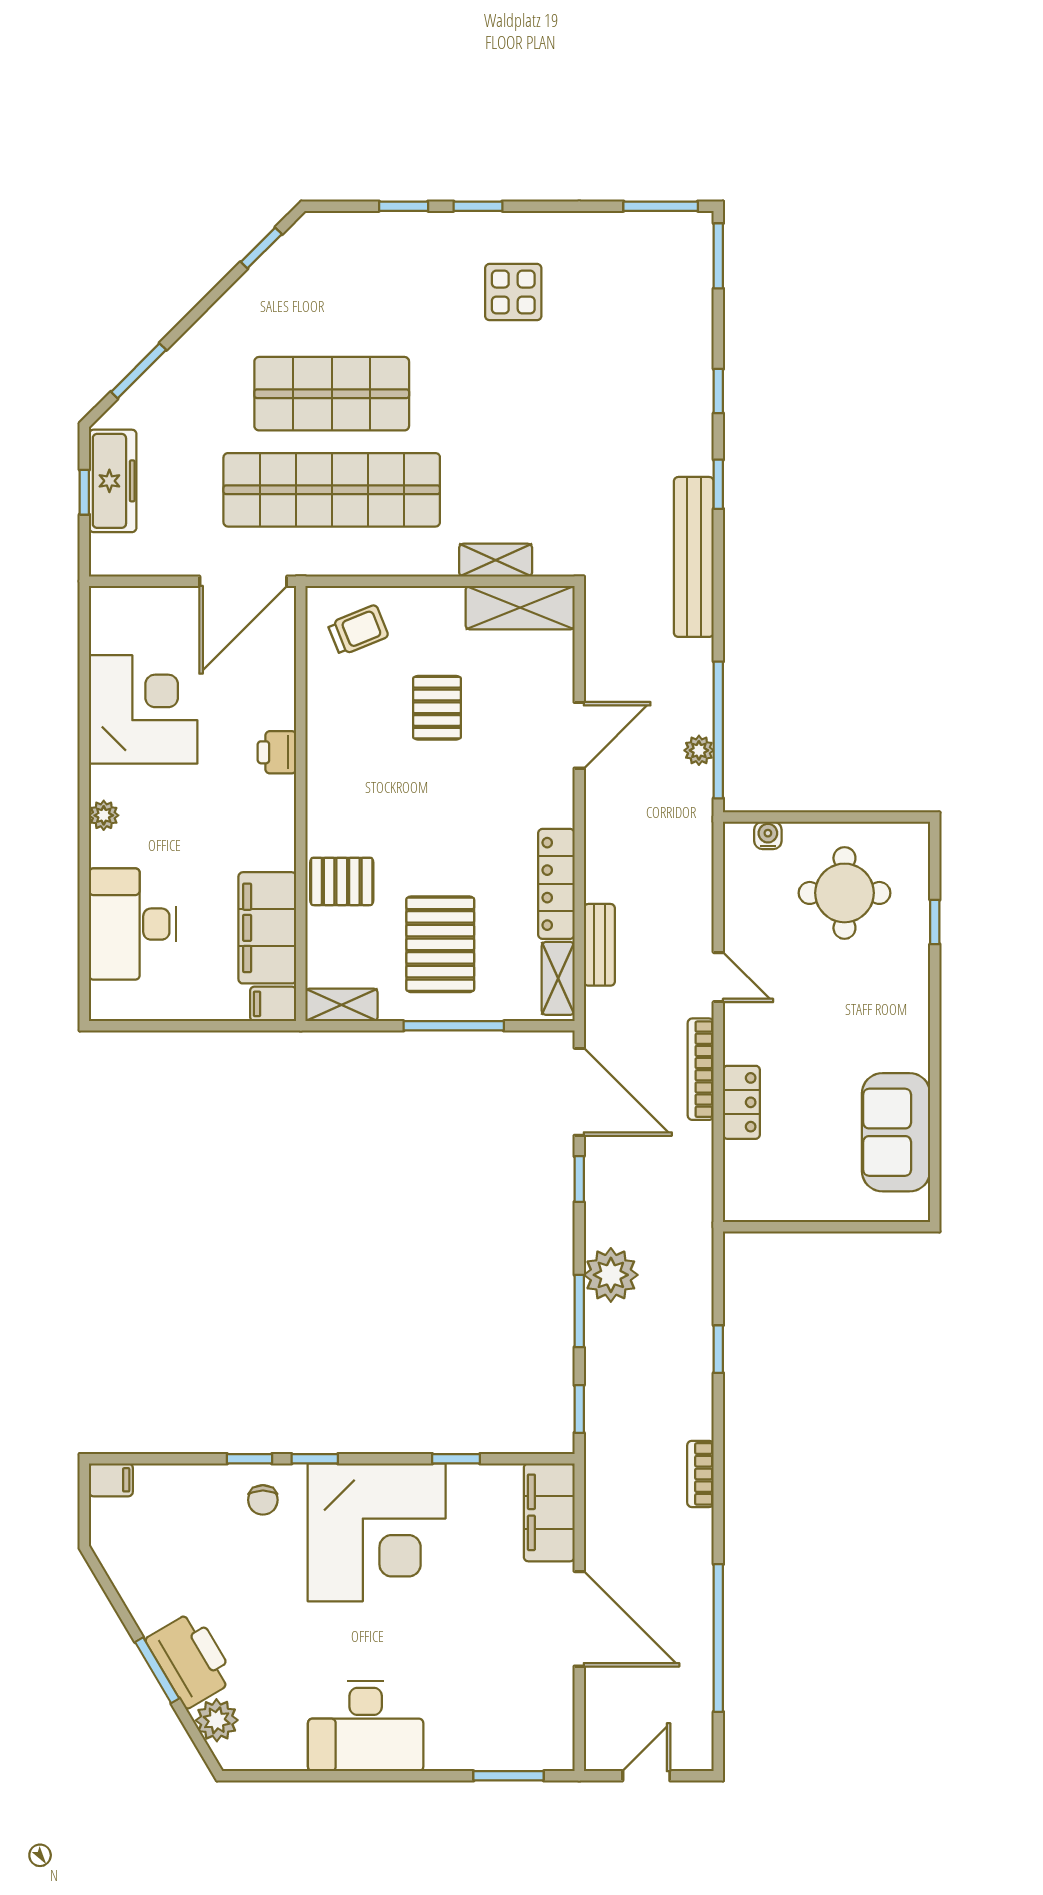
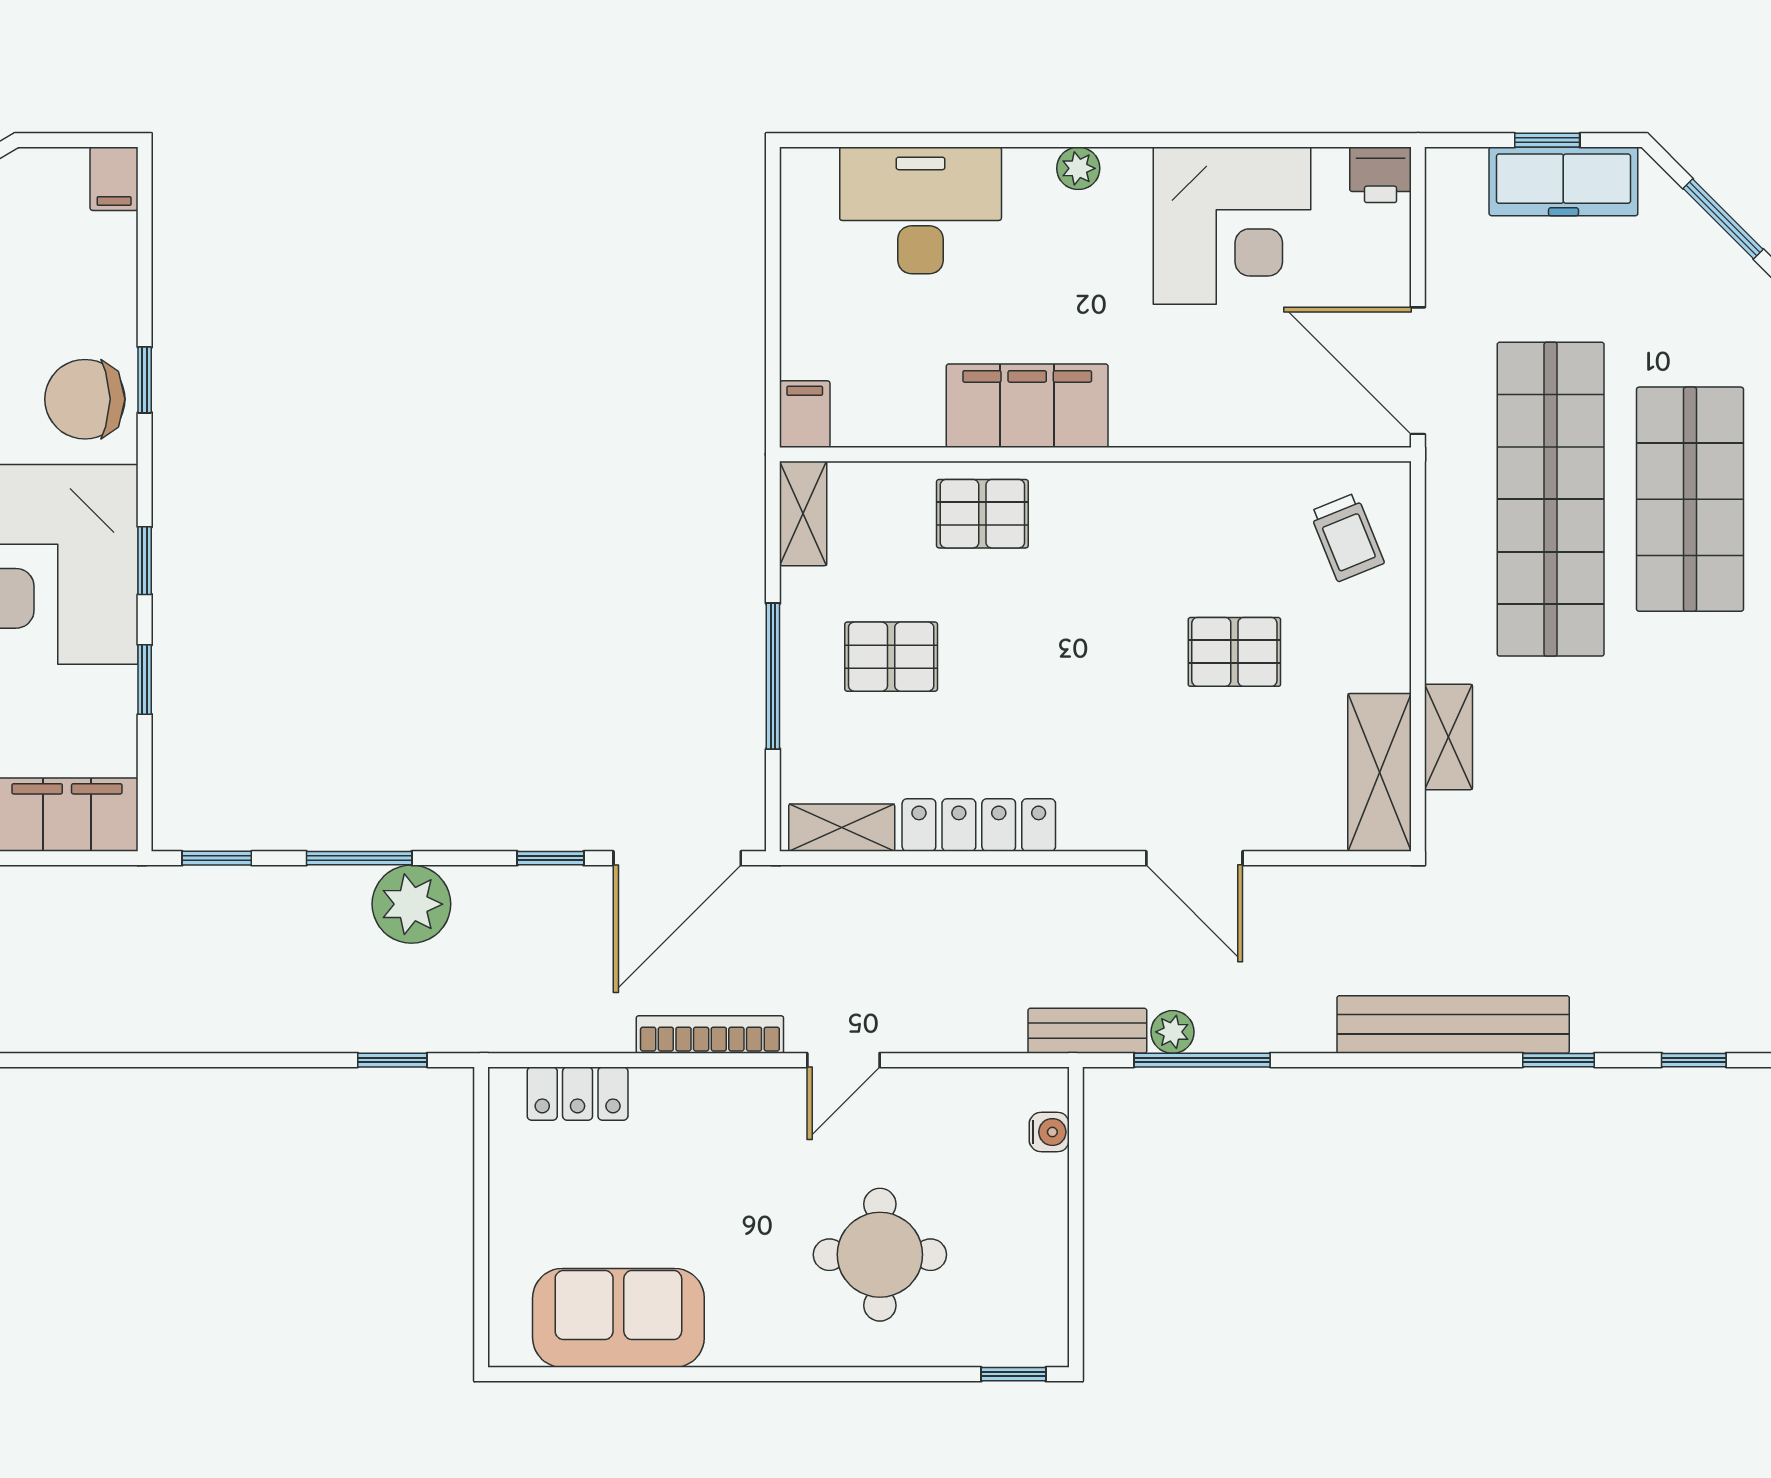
window: (718, 730) -> (1202, 1060), width x0.68
printer: (277, 752) -> (1381, 175), moved, turned 180
pallet: (342, 881) -> (982, 514), turned 90
round table: (844, 893) -> (880, 1255), moved
window: (935, 922) -> (1013, 1374), moved
filing cabinet: (267, 928) -> (1027, 406), moved
pallet: (440, 944) -> (891, 657), width x0.67, depth x0.71
bench: (599, 945) -> (1087, 1031), moved
locker: (741, 1102) -> (578, 1094), moved
window: (718, 1349) -> (392, 1060), moved
window: (315, 1459) -> (145, 561), moved
bookcase: (700, 1474) -> (123, 1034), removed
chair: (263, 1500) -> (85, 399), width x1.87, depth x1.87

